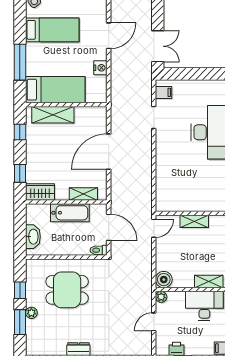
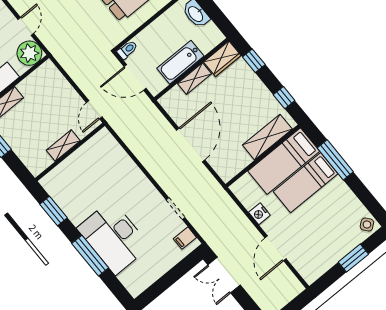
bed: (52, 30) -> (306, 183), moved
shelving: (83, 194) -> (194, 79), moved
boiler: (164, 280) -> (48, 71), removed
plant: (161, 297) -> (29, 53), width x1.87, depth x1.87

